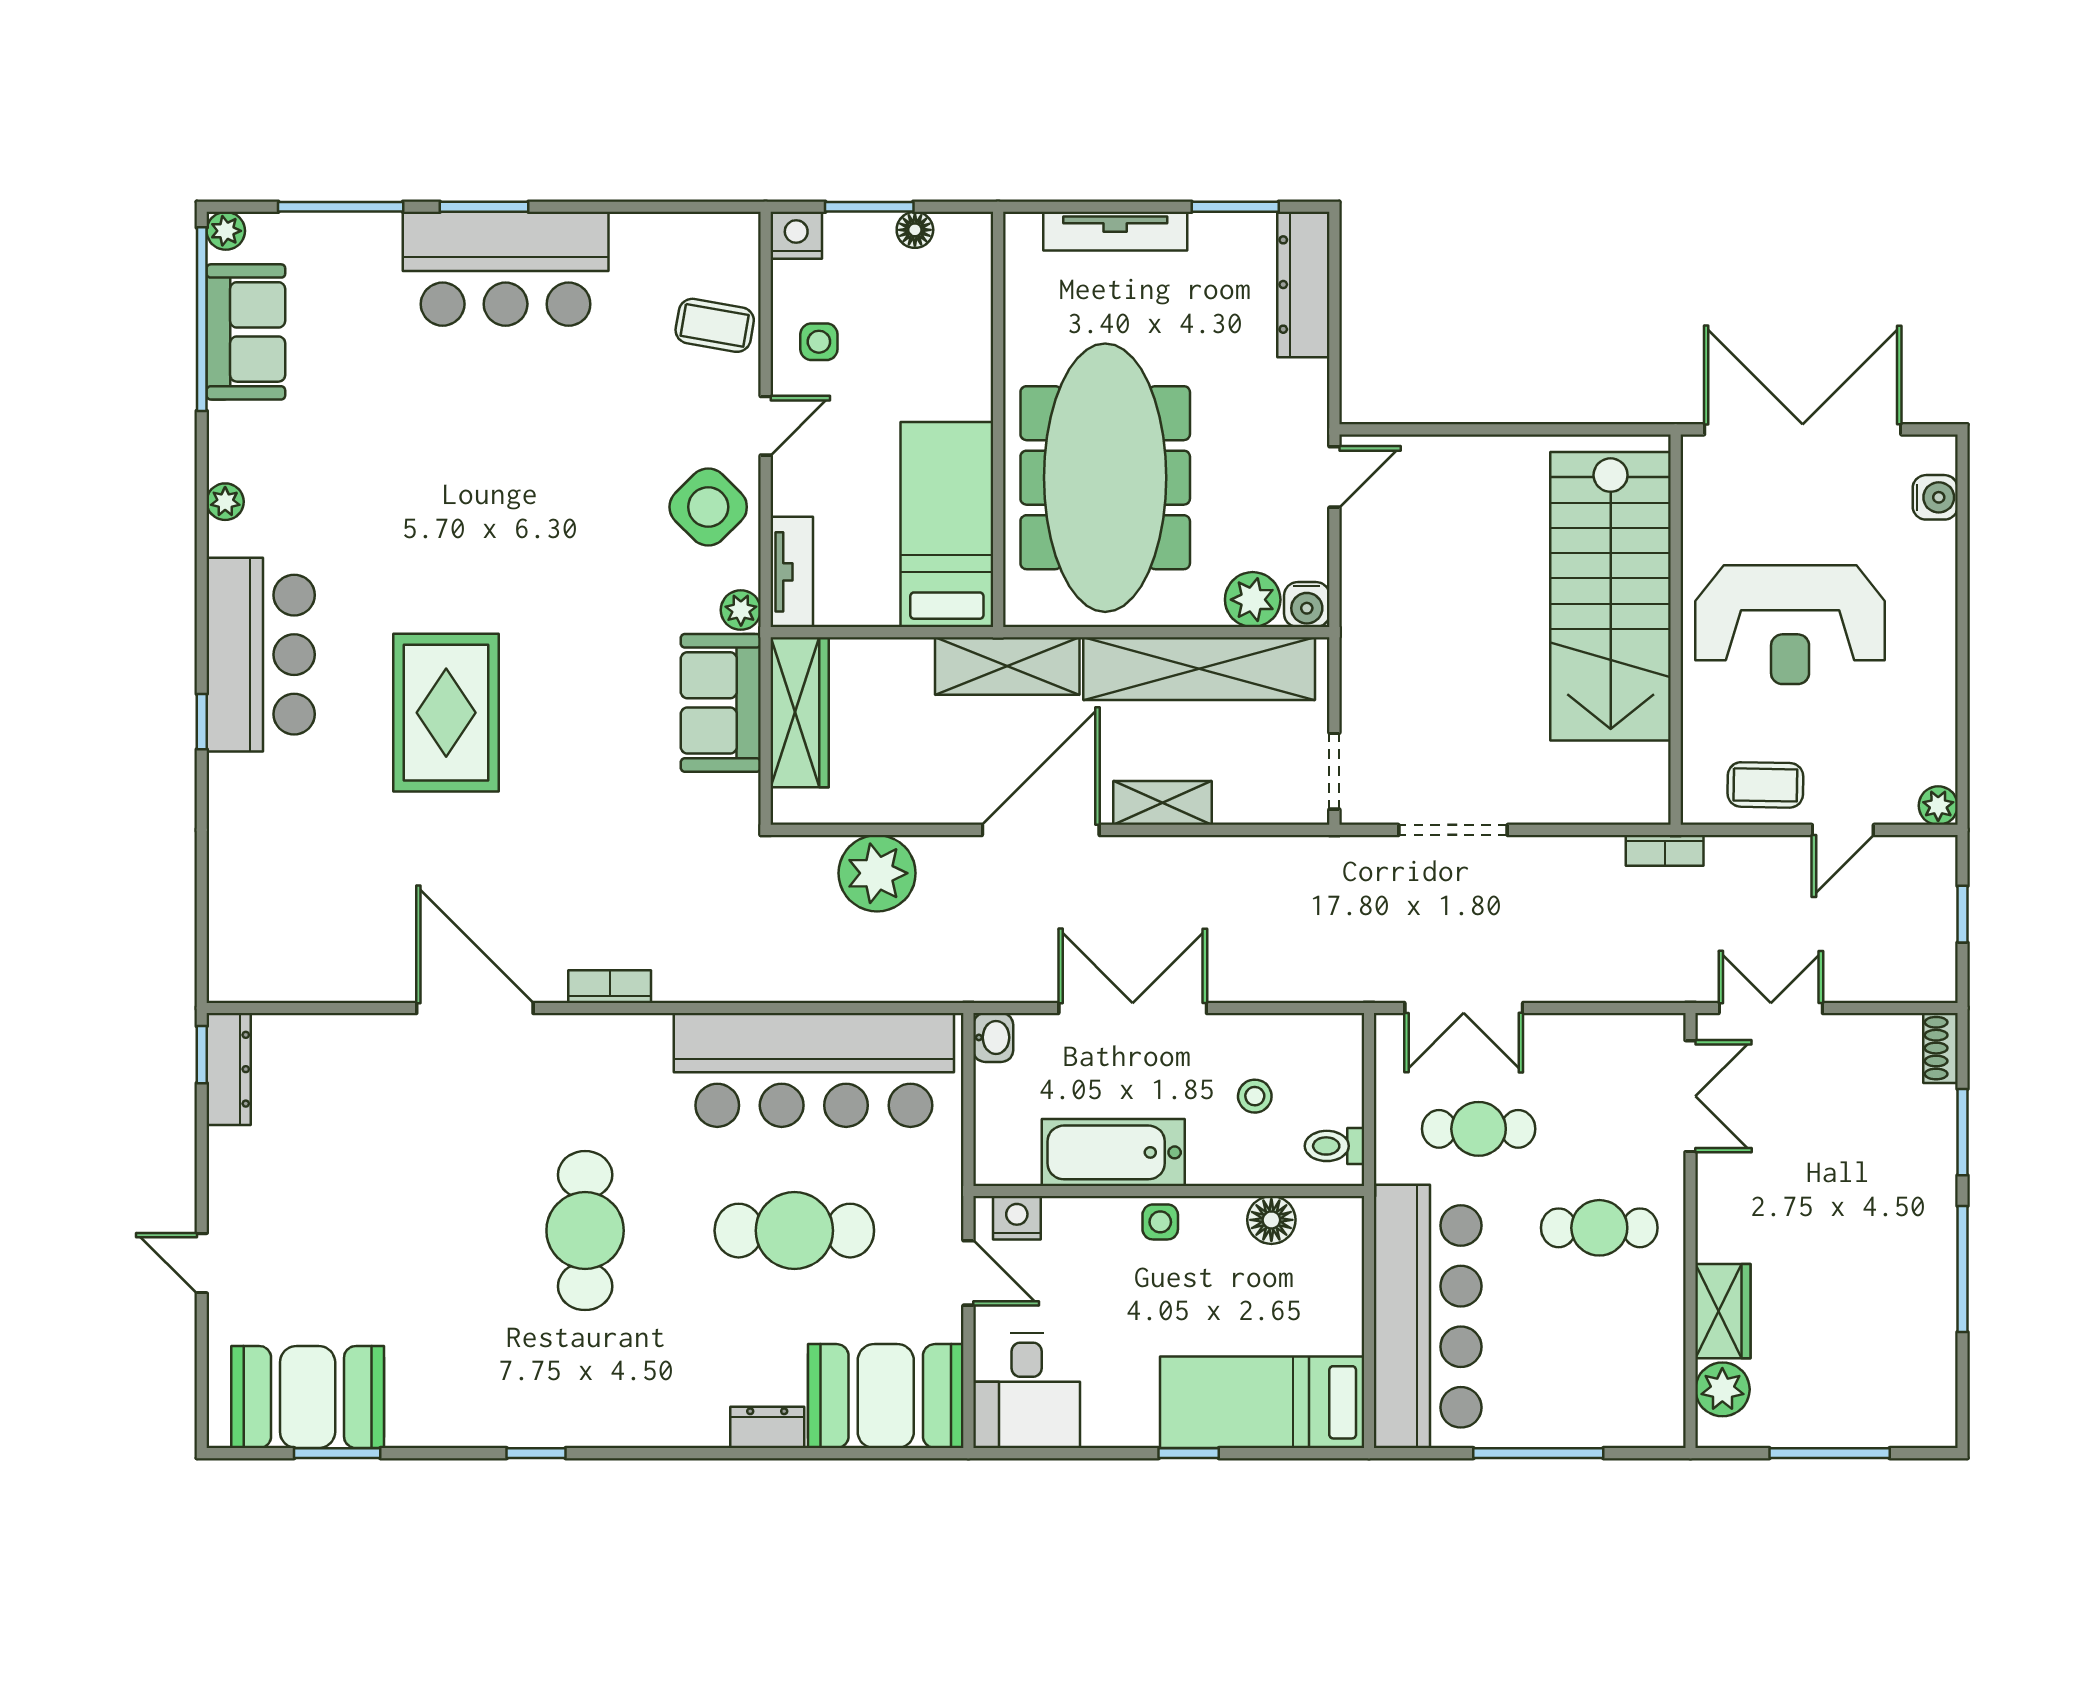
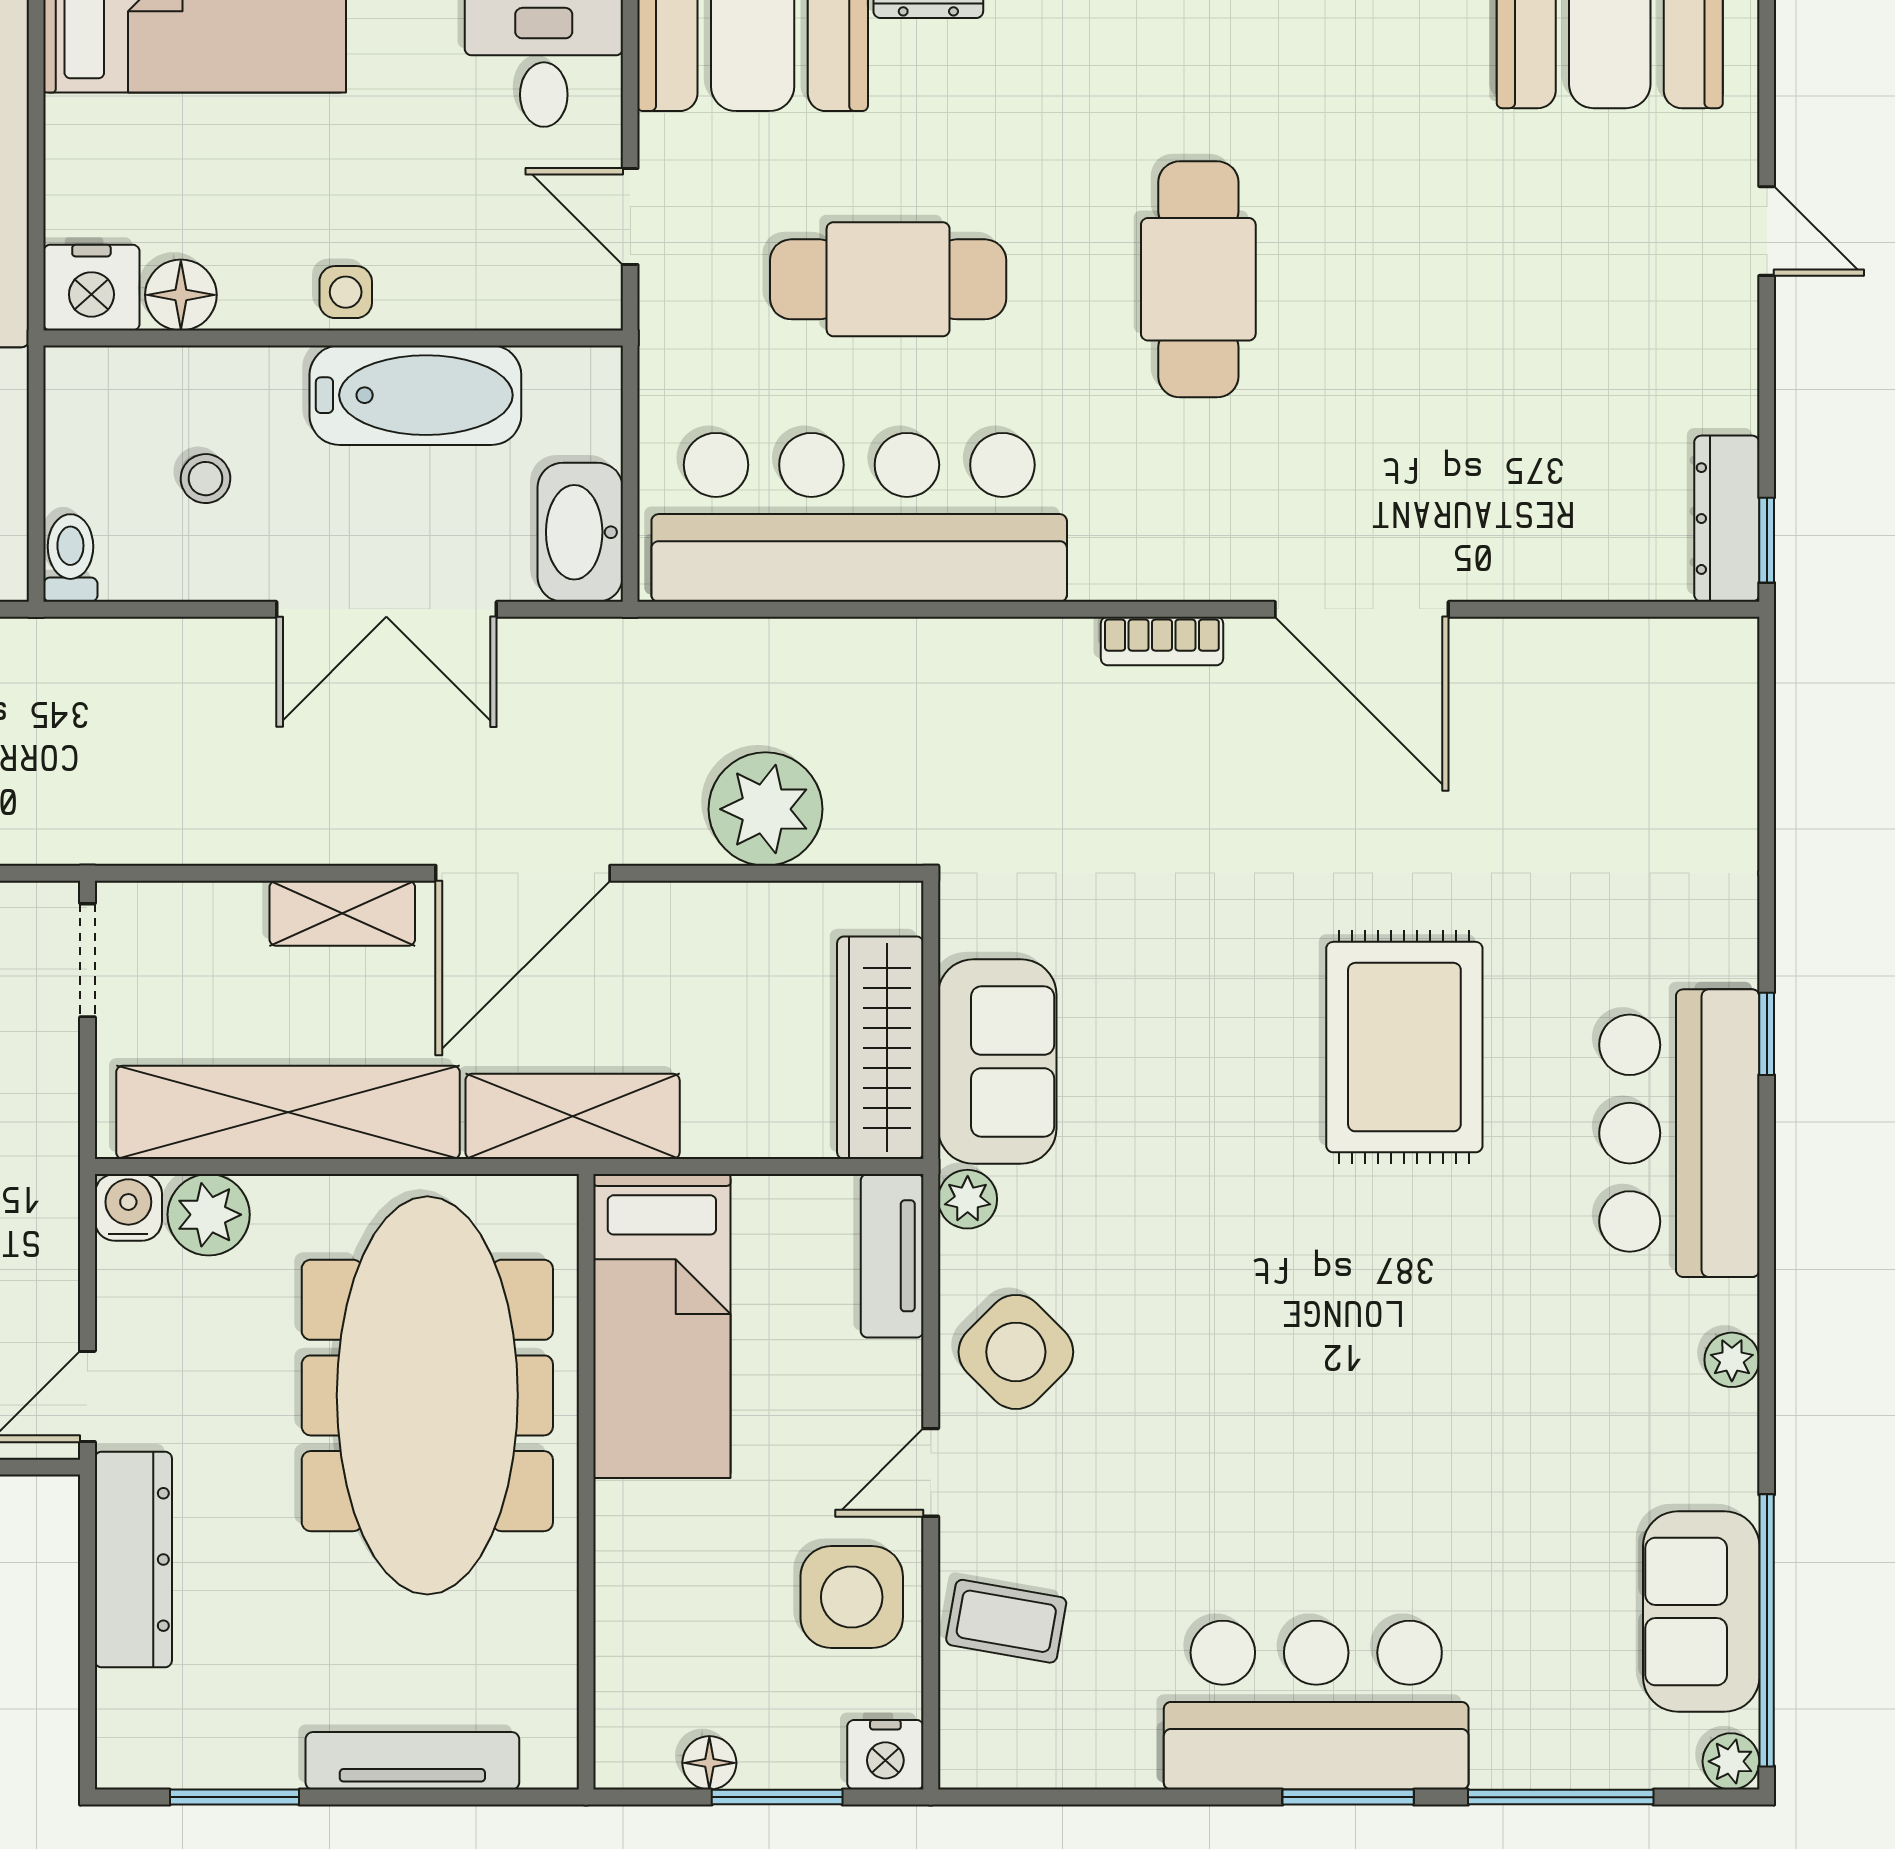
dresser: (1303, 285) -> (133, 1559), moved
side table: (819, 342) -> (852, 1597), width x1.87, depth x1.87
washbasin: (993, 1037) -> (580, 532), width x1.91, depth x1.45
toilet: (1334, 1146) -> (70, 558), moved, turned -90
nightstand: (1017, 1218) -> (91, 288), moved, width x1.36, depth x1.33

